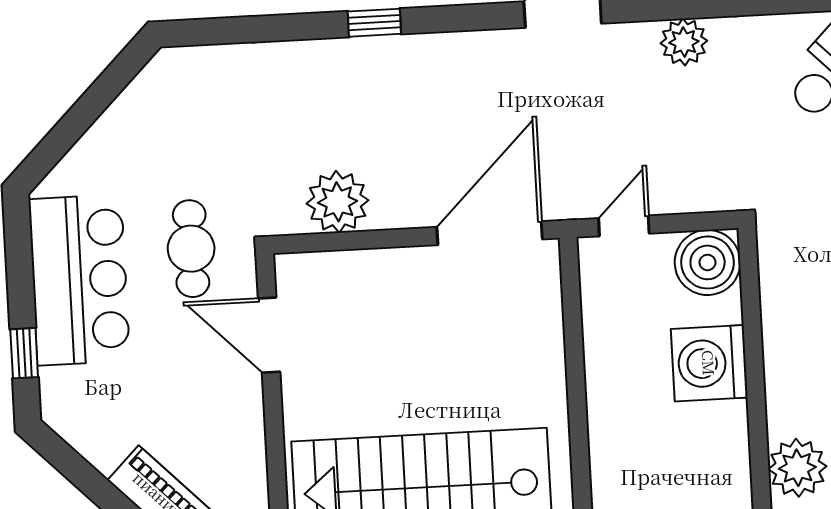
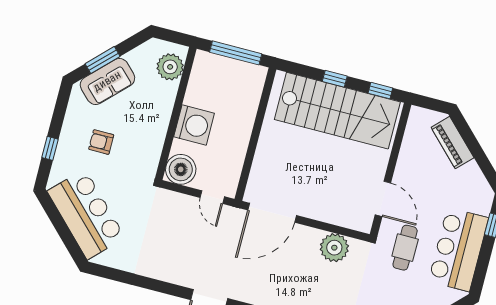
plant: (684, 42) -> (160, 269), removed
door: (624, 226) -> (212, 197), hinge flipped

